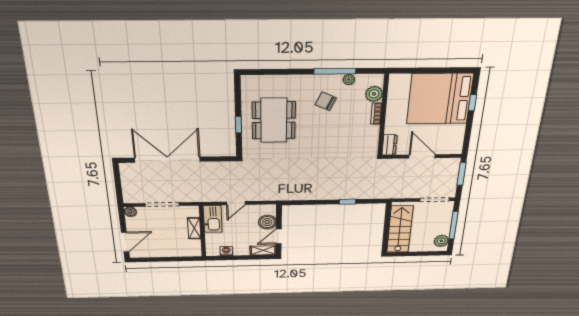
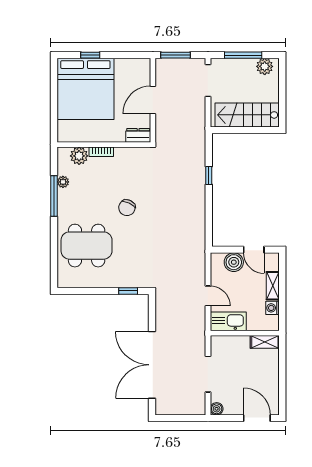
chair: (326, 101) -> (127, 208), moved
dining table: (274, 120) -> (87, 246), moved
window: (238, 125) -> (128, 291), moved
shelving: (194, 228) -> (265, 342), moved
shelving: (263, 250) -> (273, 286), moved

